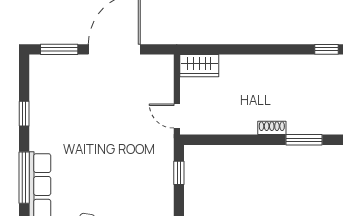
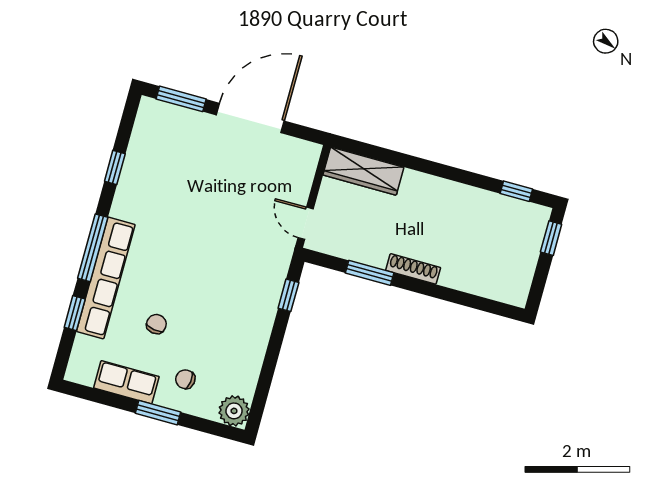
wardrobe: (199, 66) -> (363, 171), width x1.50
shoe rack: (272, 128) -> (413, 269), width x1.43
window: (304, 140) -> (370, 273), moved

